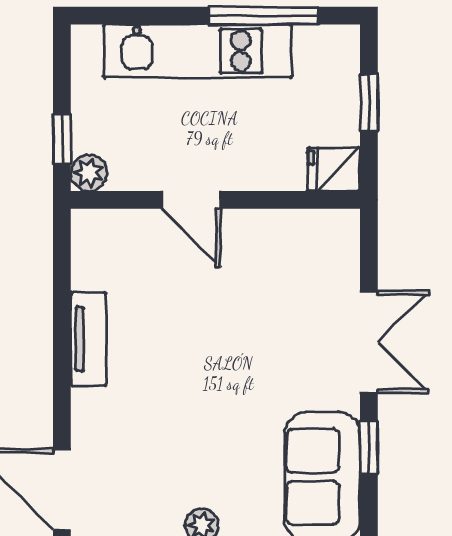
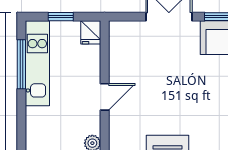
kitchen unit: (197, 51) -> (37, 63), moved

